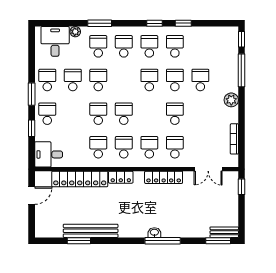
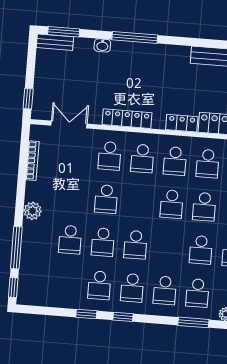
washbasin: (154, 233) -> (102, 45), moved

